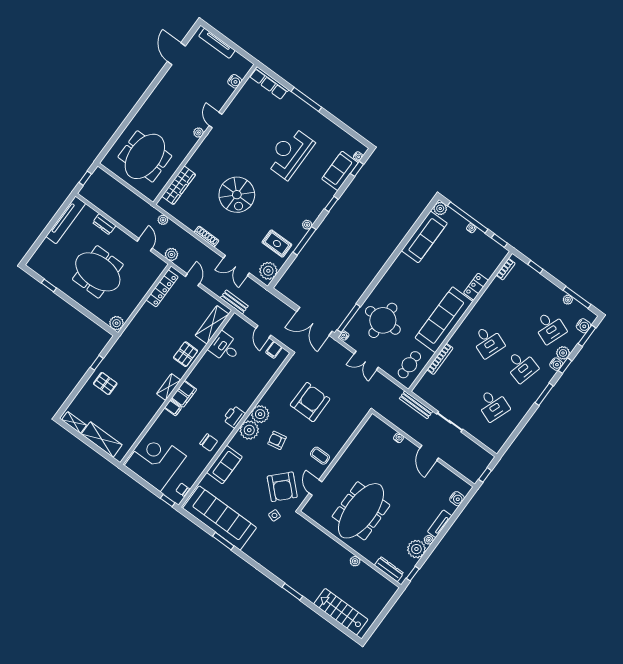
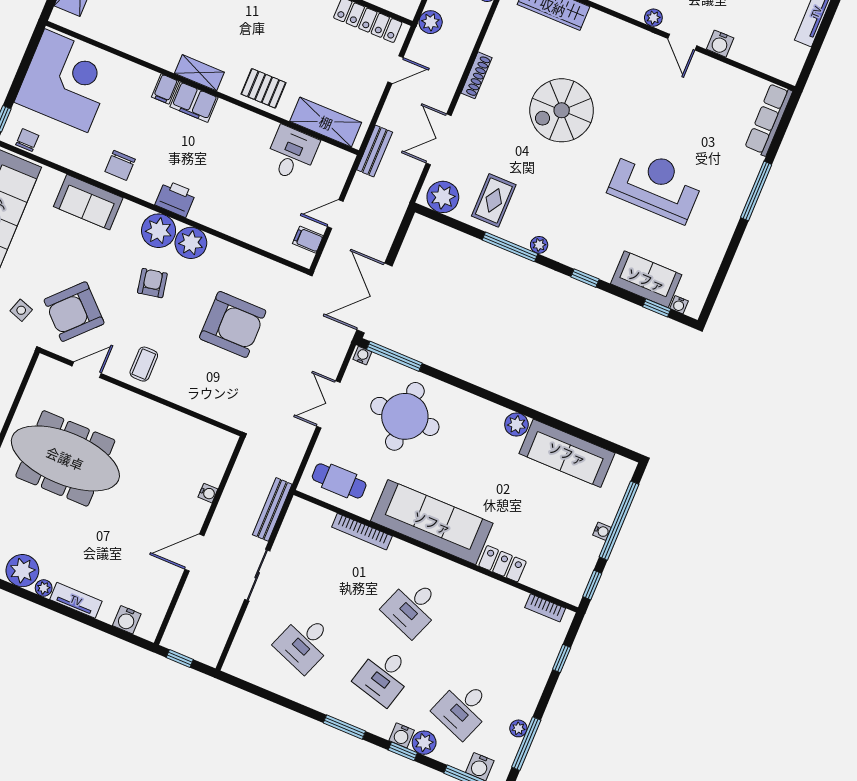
water cooler: (235, 81) -> (720, 44), moved
door: (216, 120) -> (682, 42), swing flipped
plant: (440, 208) -> (516, 424), moved

